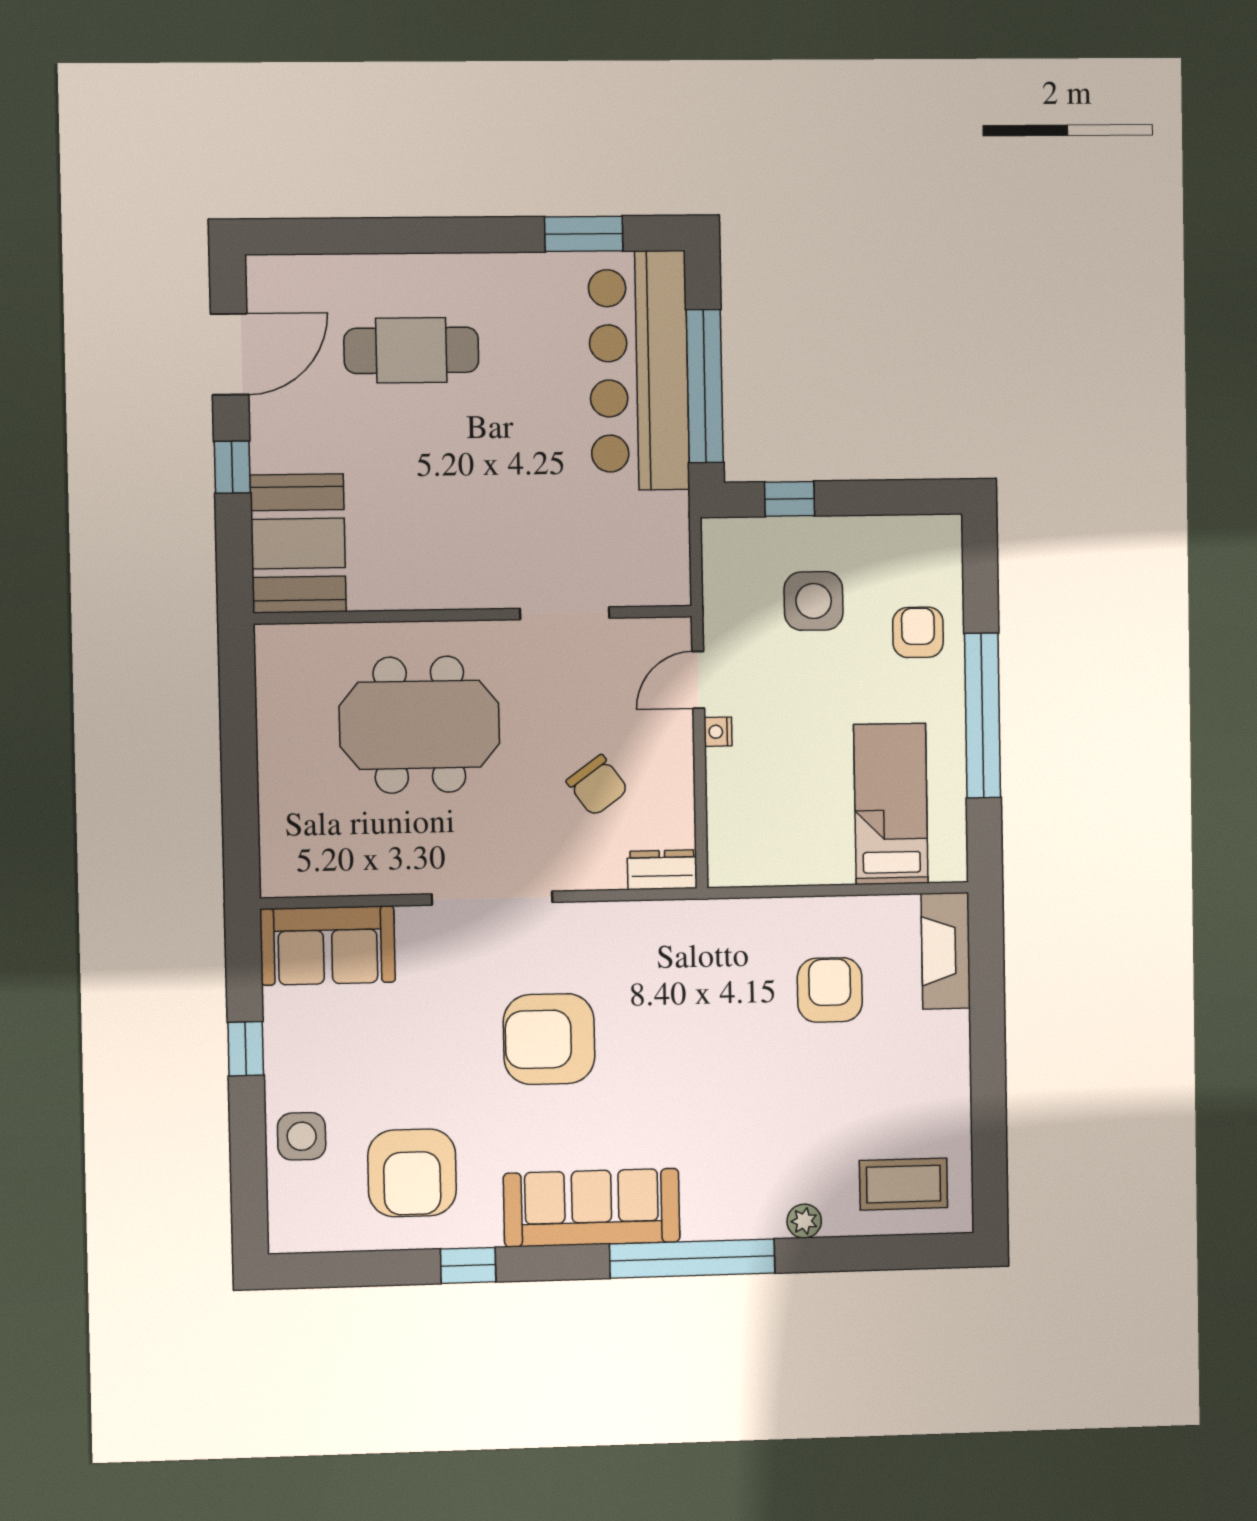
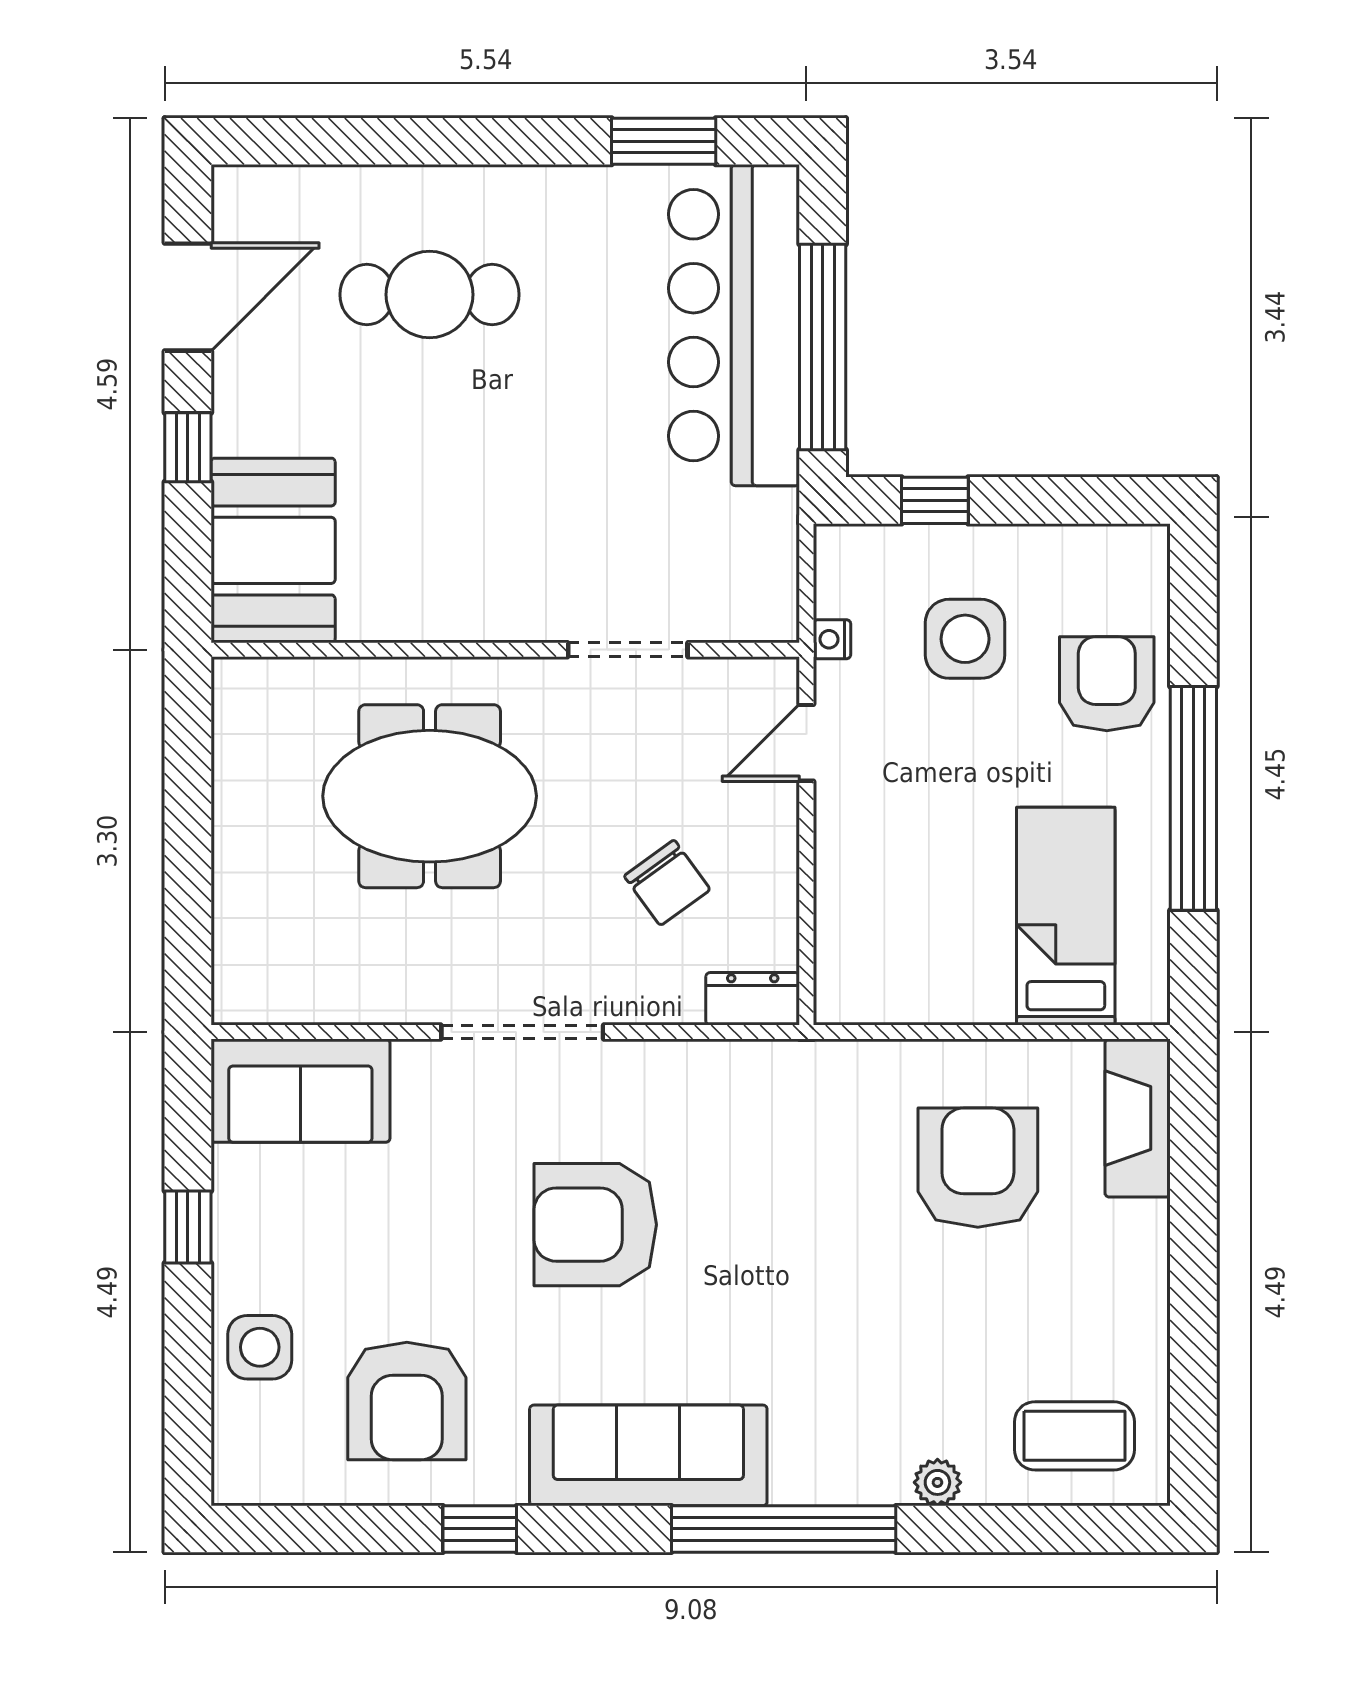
armchair: (918, 632) -> (1107, 684), width x1.38, depth x1.38
nightstand: (718, 732) -> (832, 639), moved
armchair: (830, 990) -> (978, 1168), width x1.36, depth x1.36

